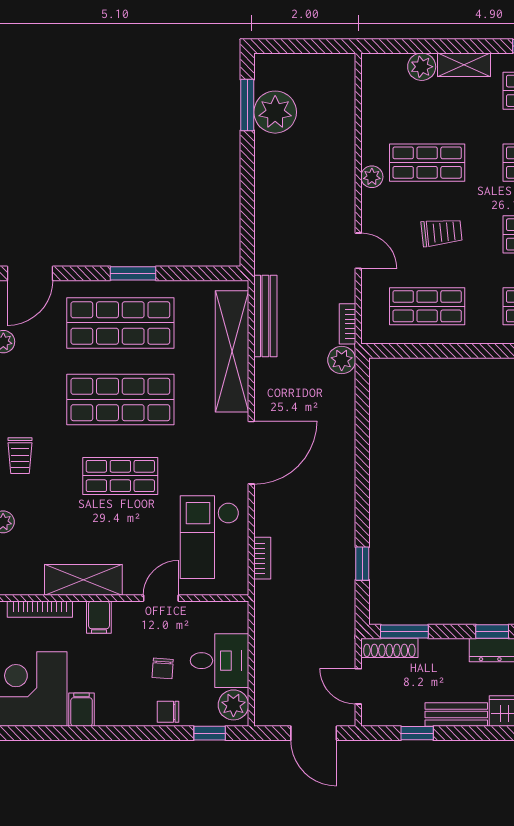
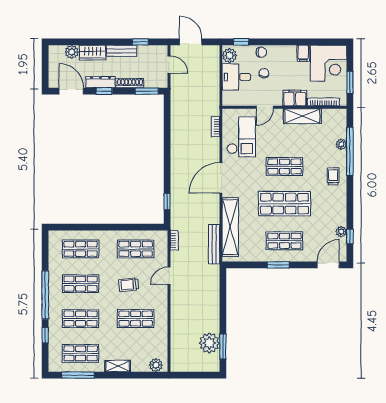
plant: (422, 67) -> (156, 365), moved
plant: (372, 177) -> (162, 312), removed
door: (358, 251) -> (169, 276), hinge flipped
shop shelf: (120, 323) -> (284, 241), width x0.70, depth x0.74
plant: (342, 360) -> (177, 223), removed
window: (362, 564) -> (167, 202), moved
filing cabinet: (99, 617) -> (295, 98), width x2.00
shoe rack: (389, 648) -> (130, 83), moved

